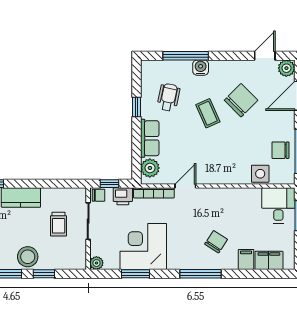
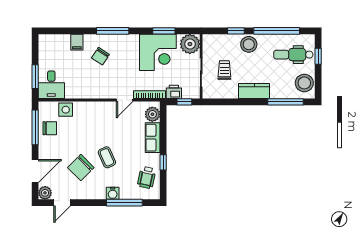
wheelchair: (169, 97) -> (147, 177), moved
chair: (98, 195) -> (193, 93), removed
filing cabinet: (269, 260) -> (59, 41), removed
plant: (96, 263) -> (190, 44), width x1.87, depth x1.87

